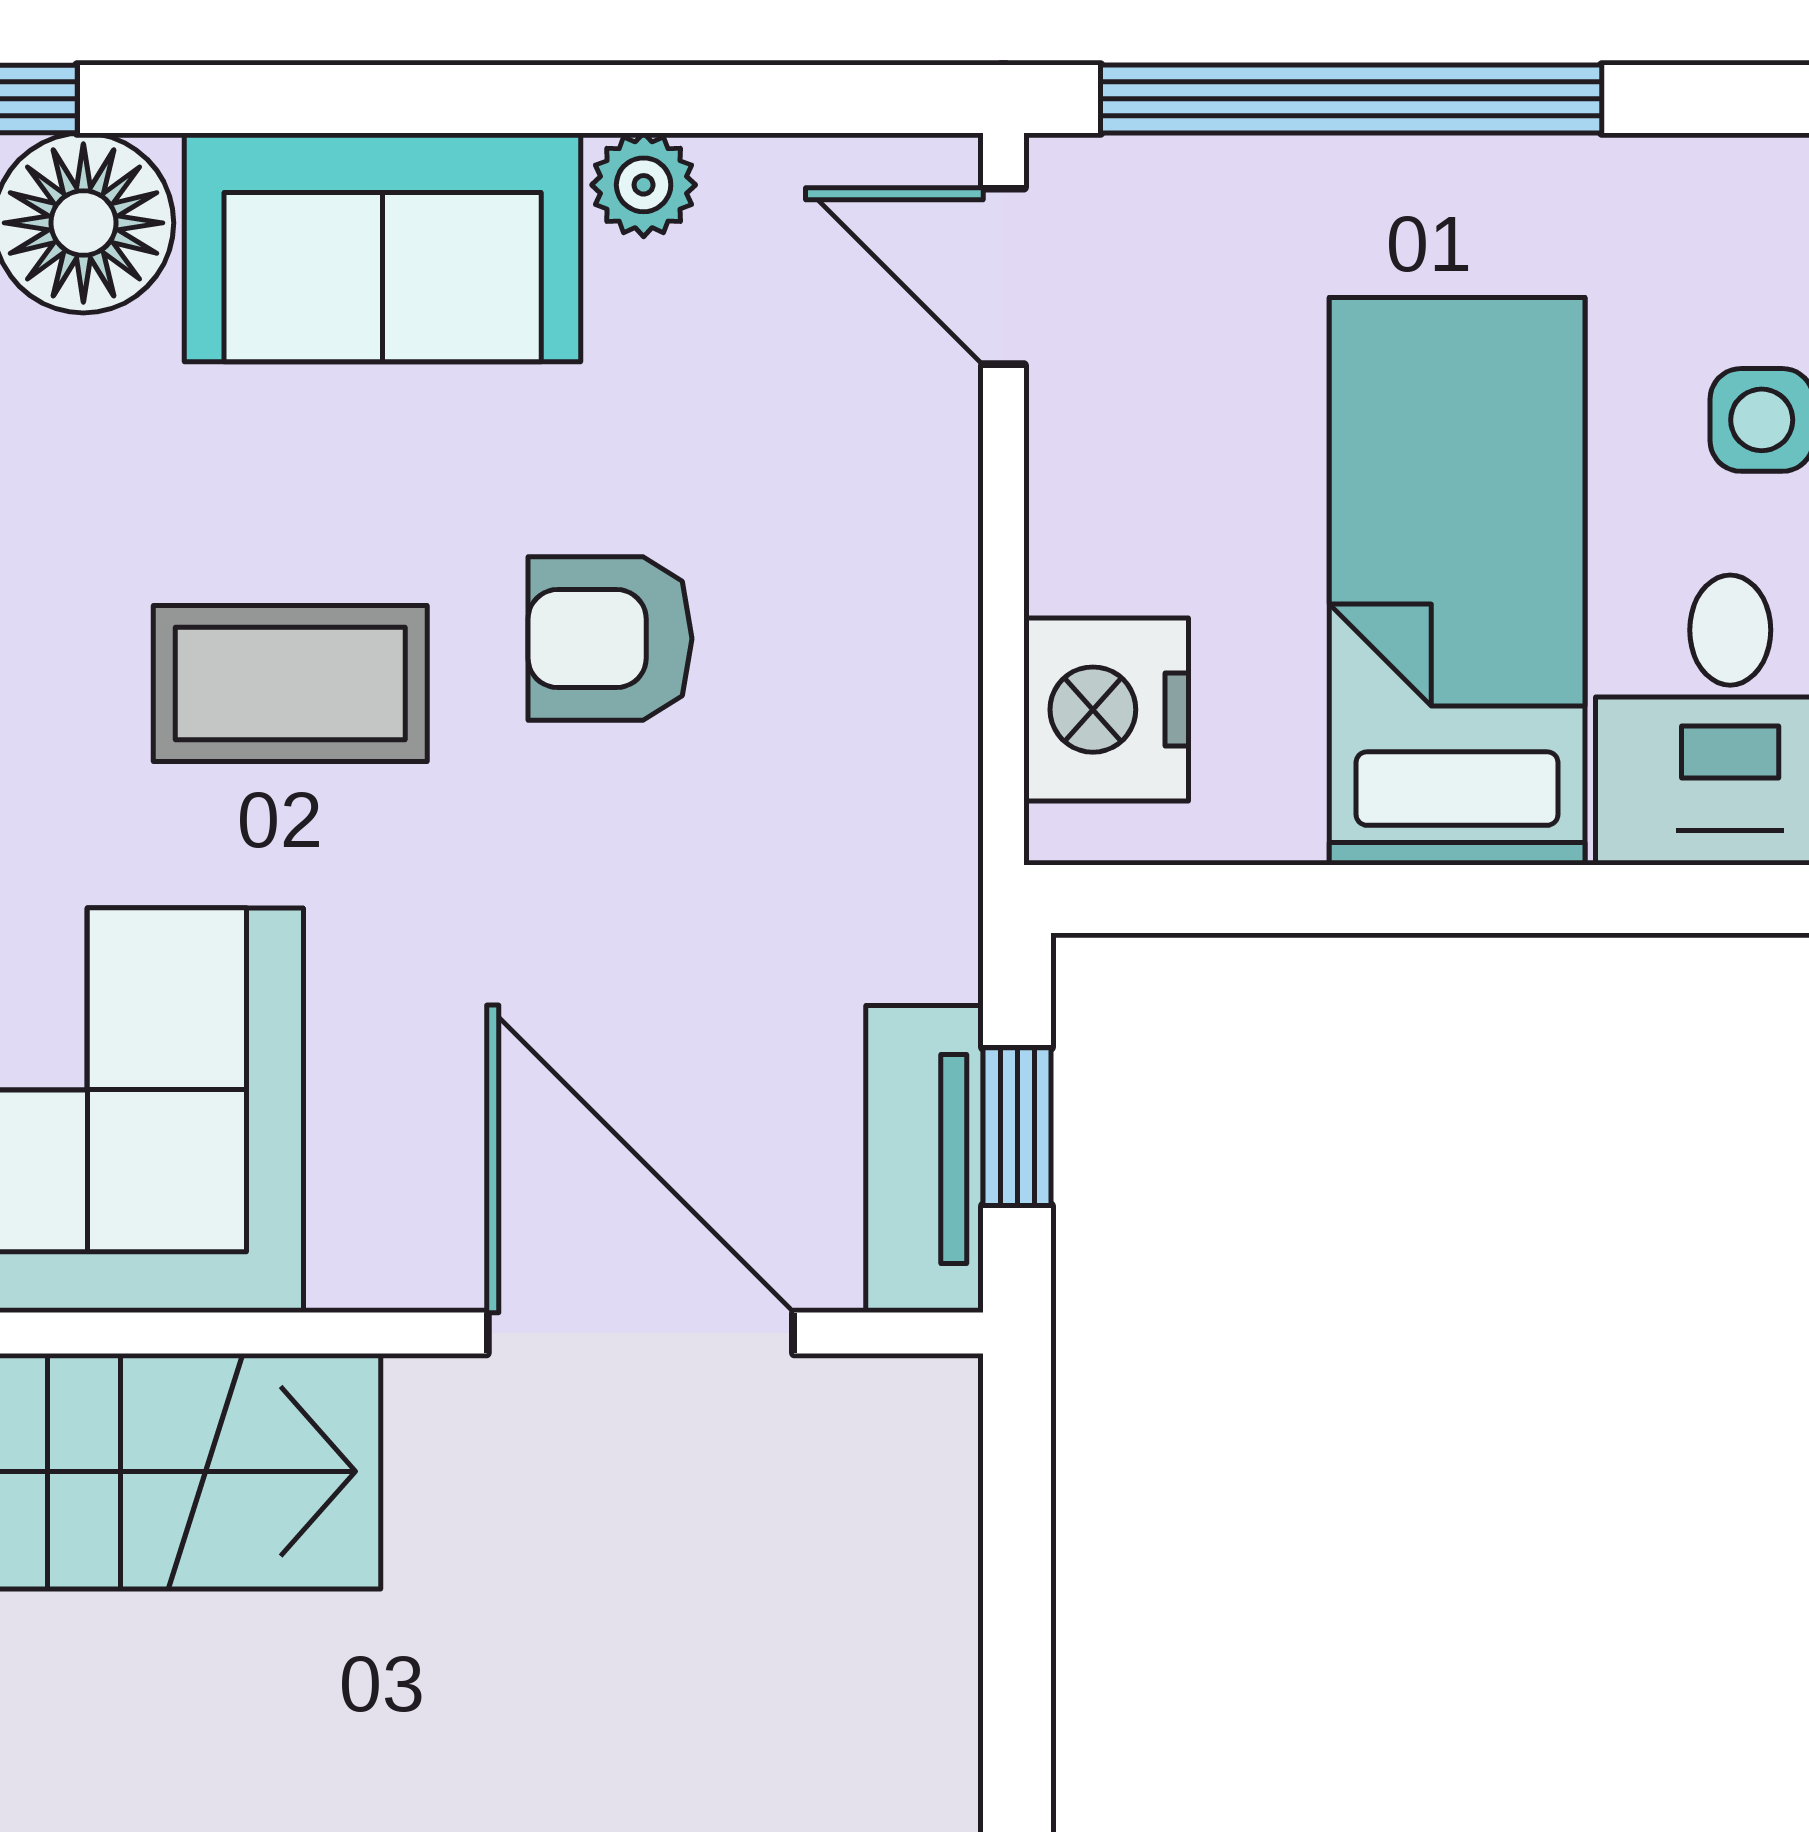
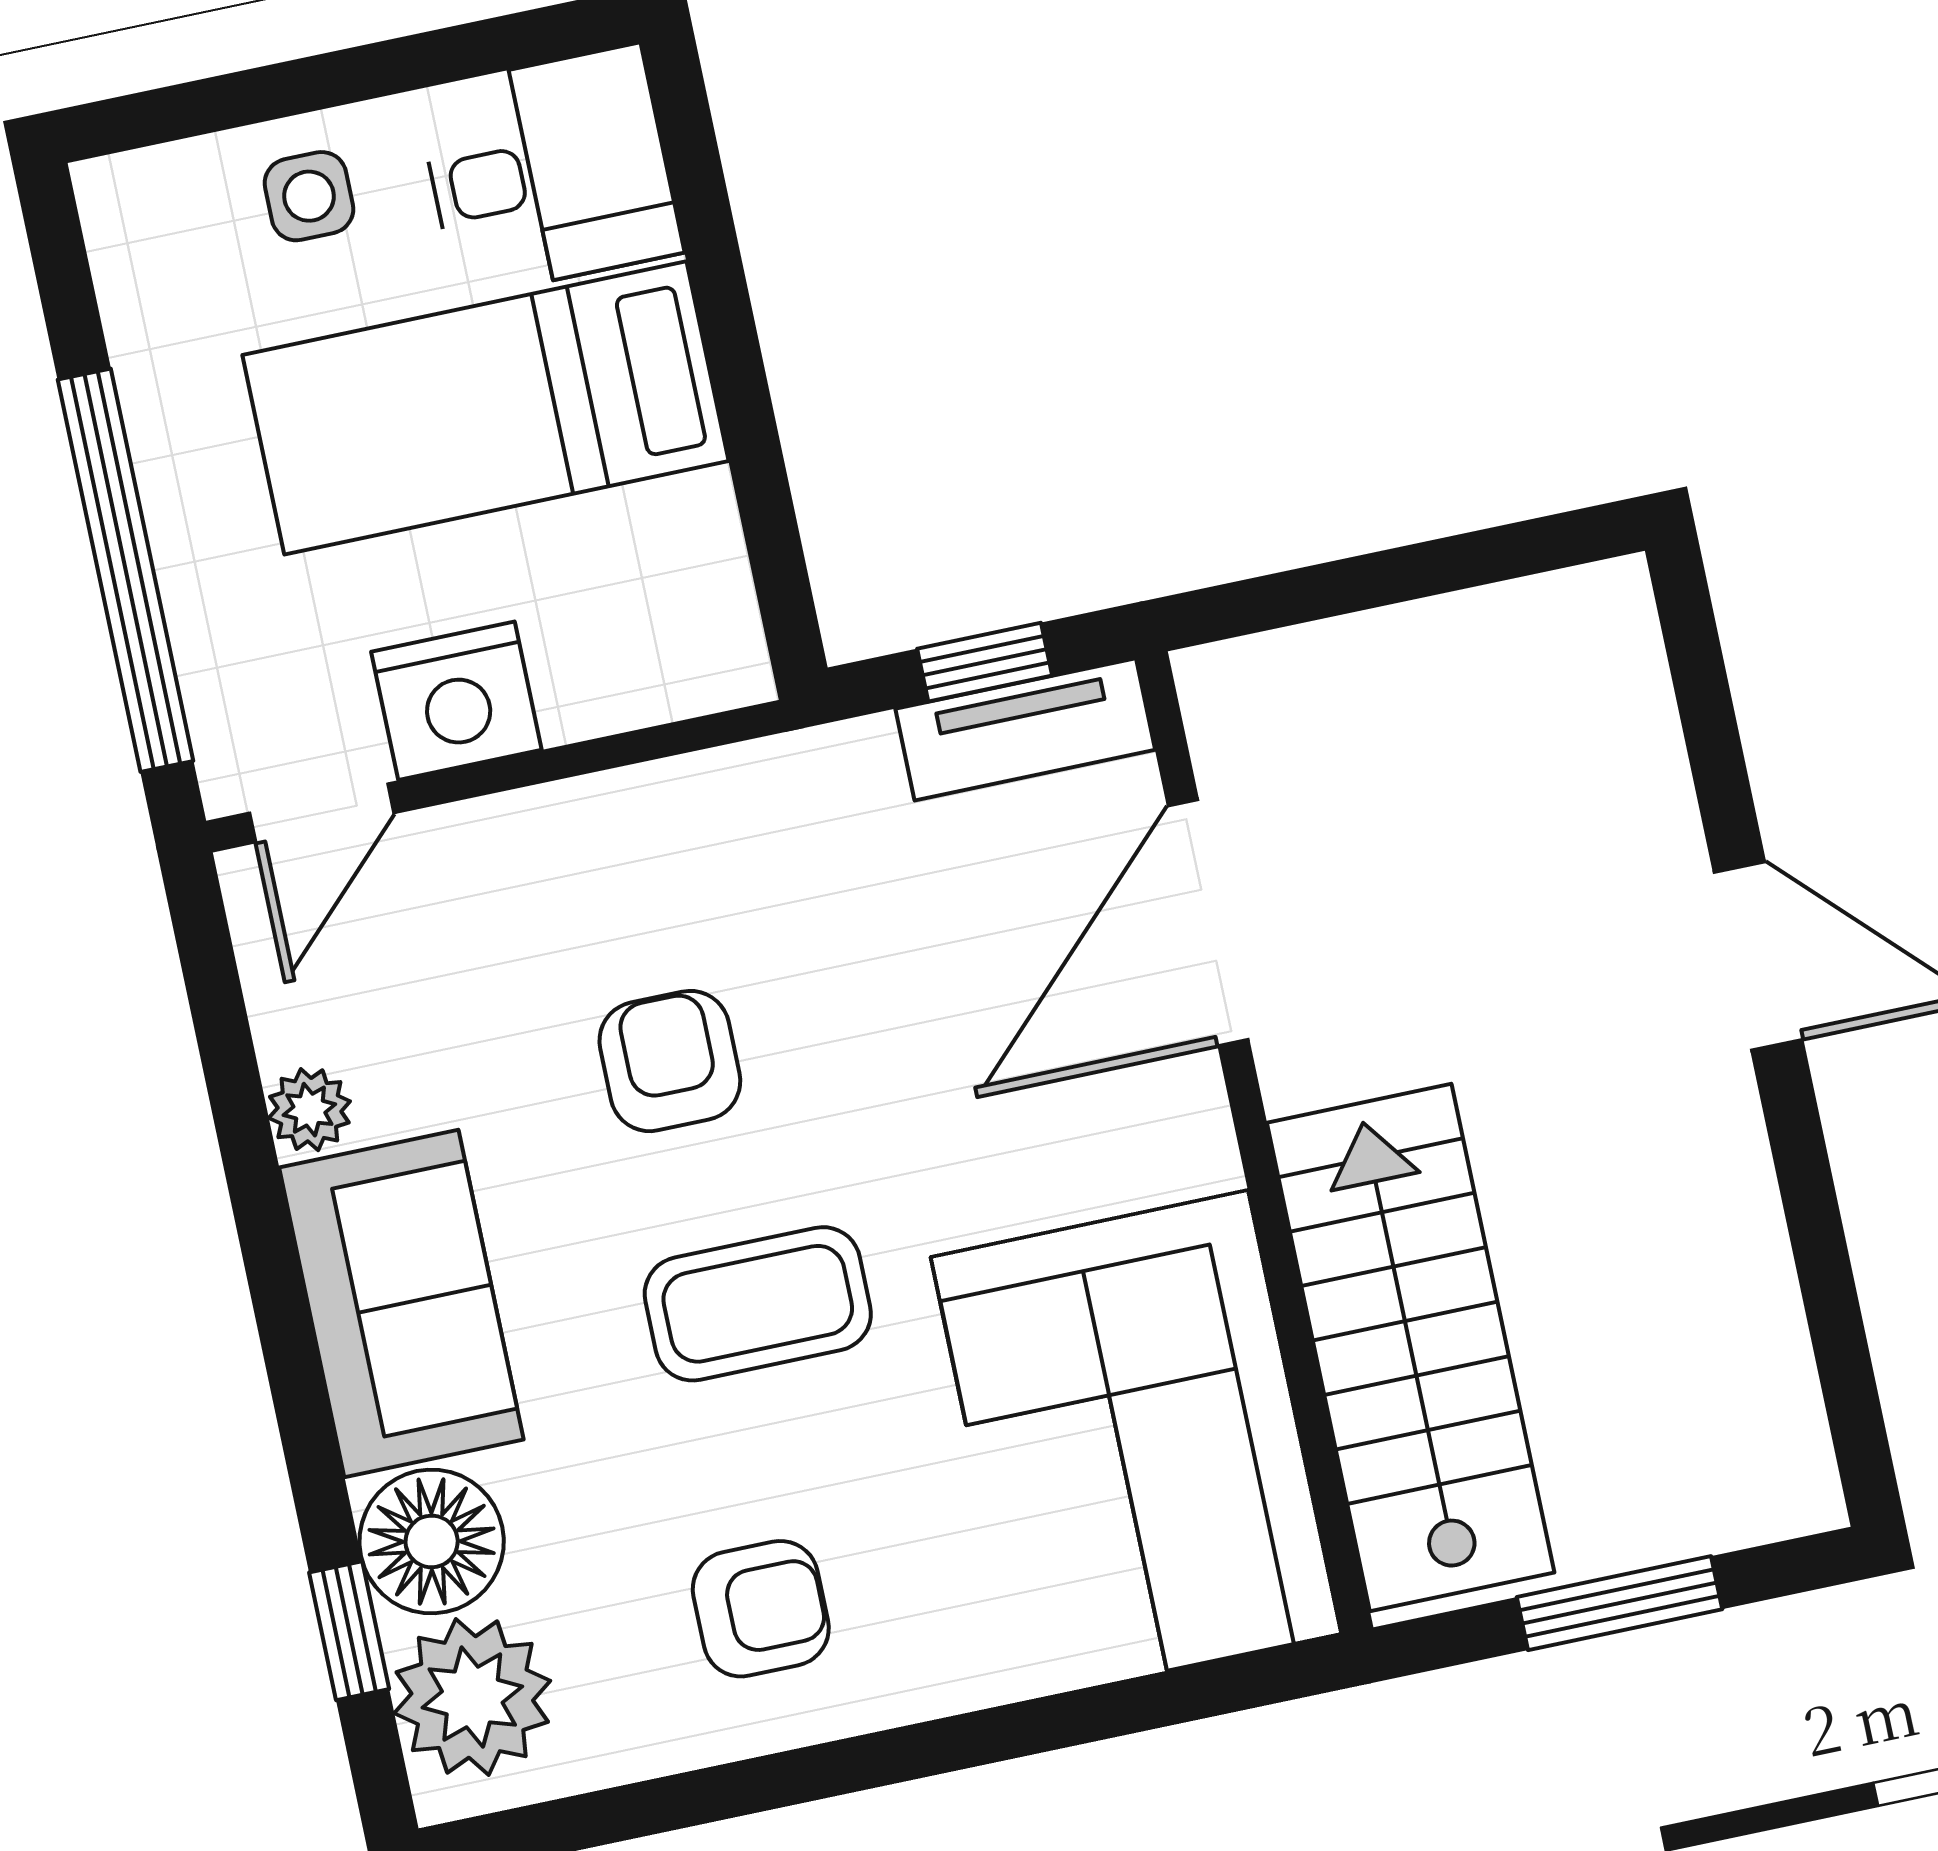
armchair: (610, 639) -> (670, 1061), turned 180
coffee table: (290, 683) -> (758, 1304), turned 90
nightstand: (1106, 710) -> (456, 701), moved

